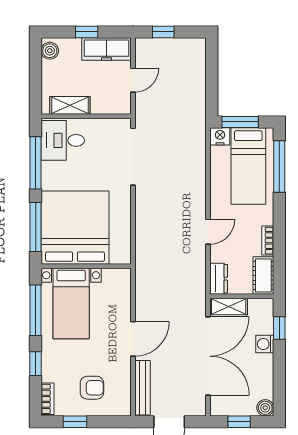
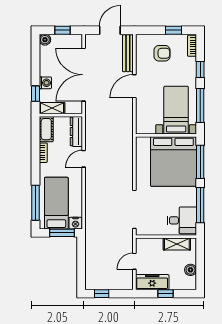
window: (163, 32) -> (102, 294), moved
boiler: (50, 51) -> (191, 270), moved
dresser: (219, 279) -> (76, 132), width x1.44
shelving: (229, 307) -> (52, 108), moved
armchair: (92, 388) -> (162, 53), turned 180

